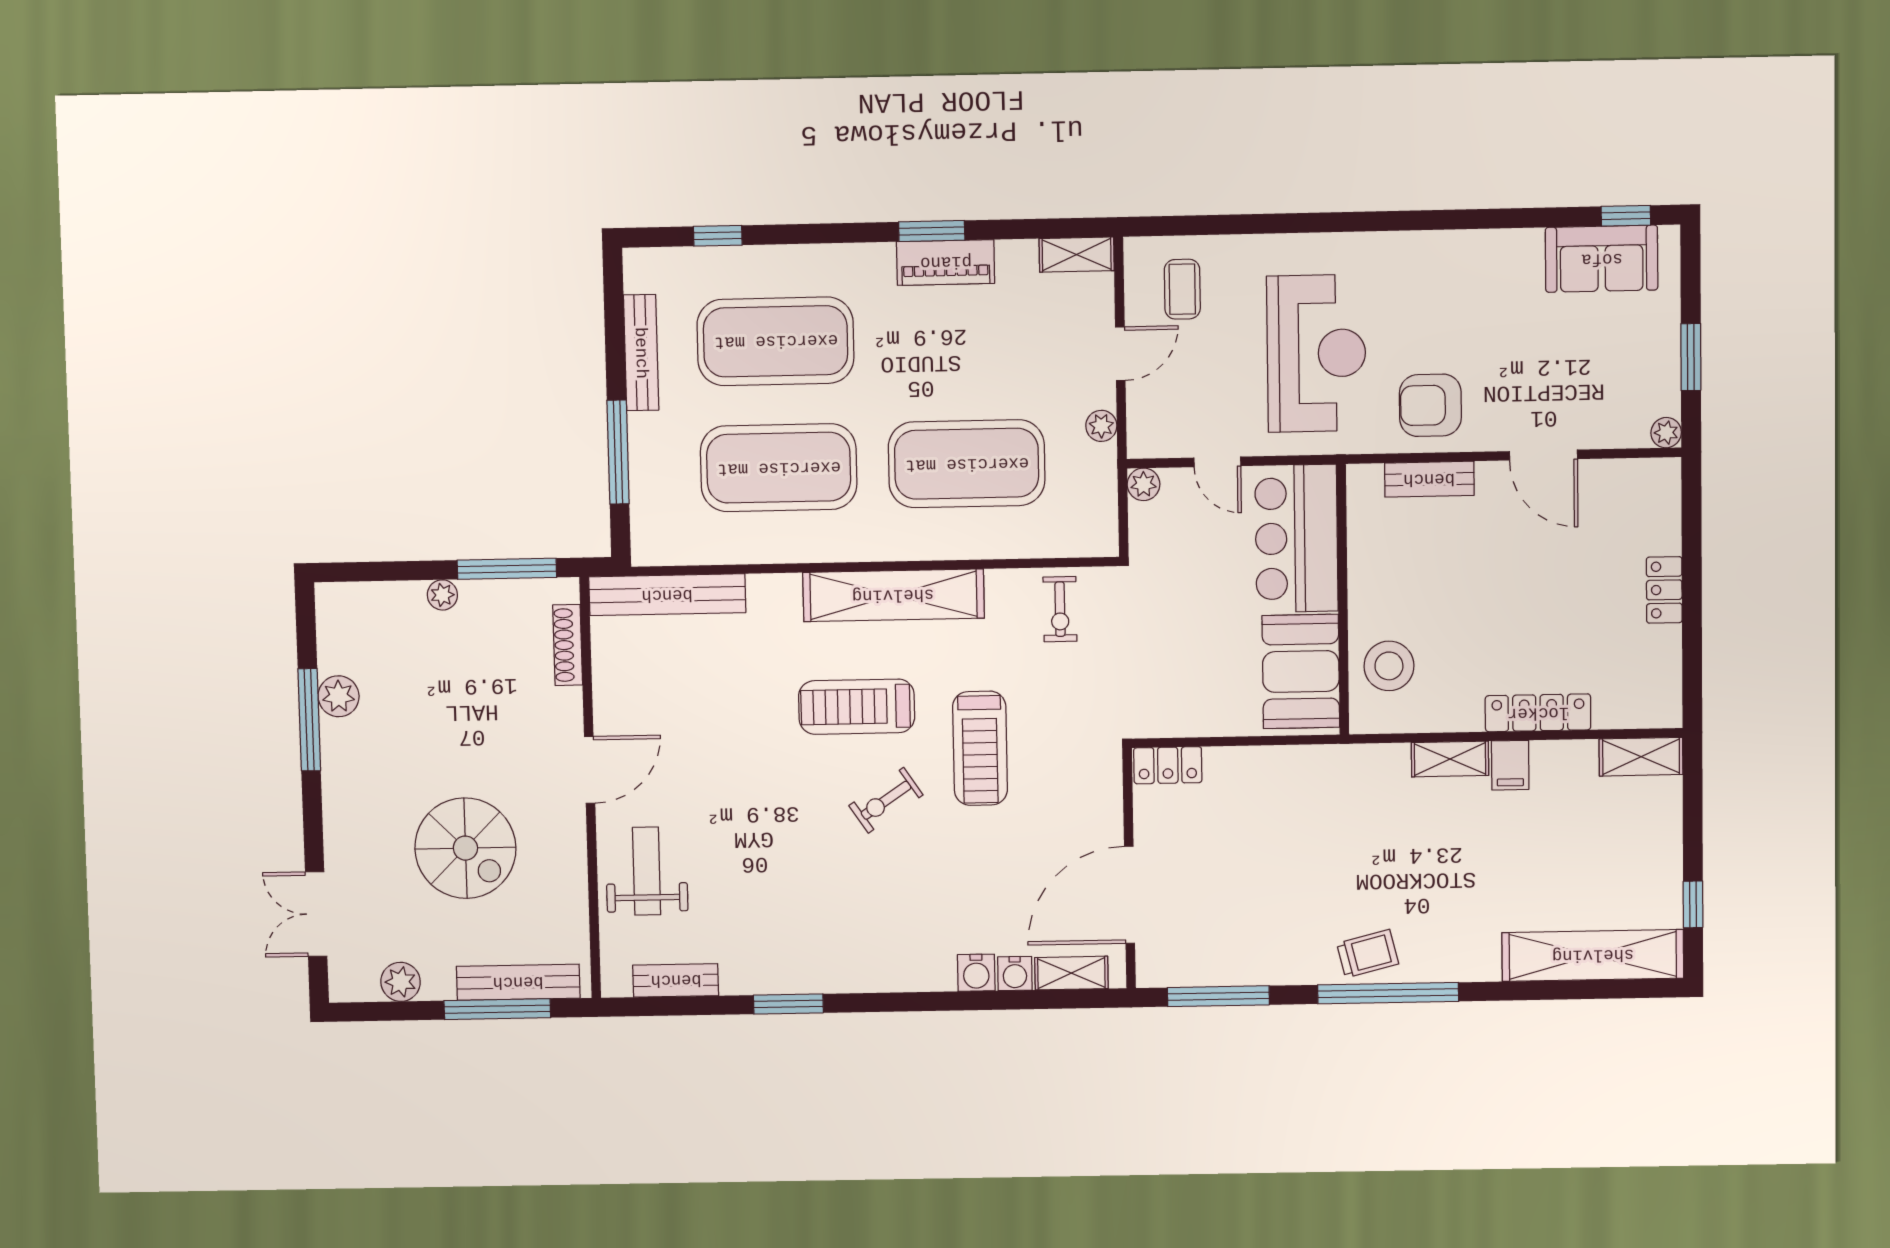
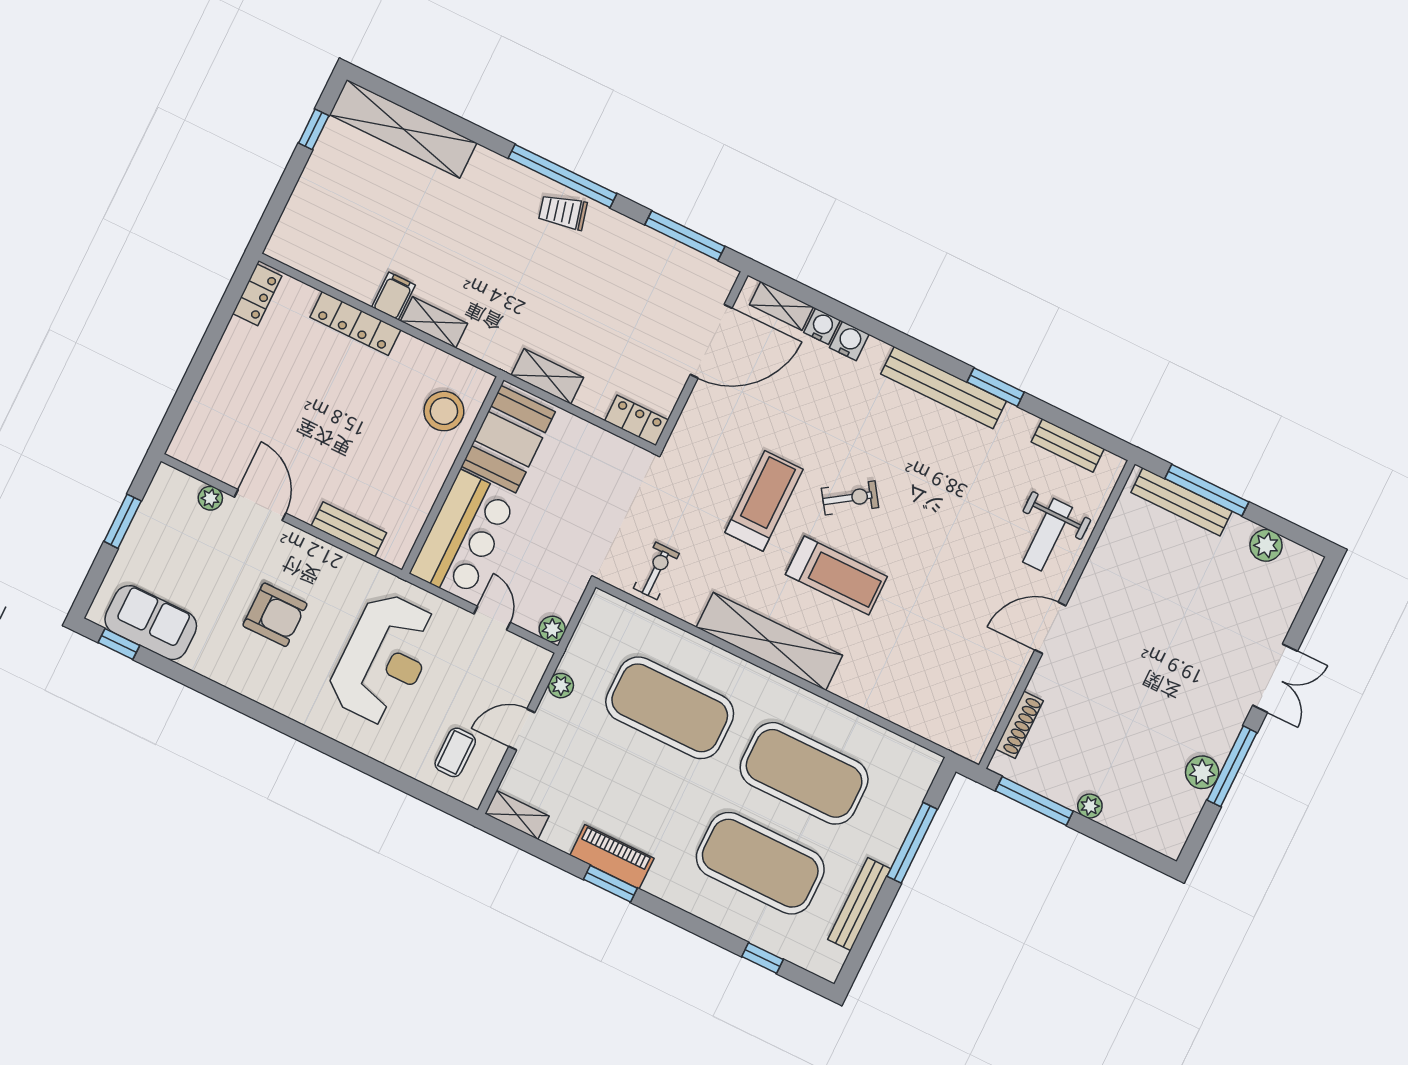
reception desk: (1316, 353) -> (384, 659), turned 180
armchair: (1430, 405) -> (275, 615), moved
plant: (1666, 433) -> (210, 498), moved
locker: (1664, 590) -> (257, 295), moved
bench: (667, 595) -> (944, 388), moved
shelving: (1641, 757) -> (547, 376), moved
spiral stairs: (465, 848) -> (1169, 618), removed
double door: (316, 914) -> (1275, 678), moved

